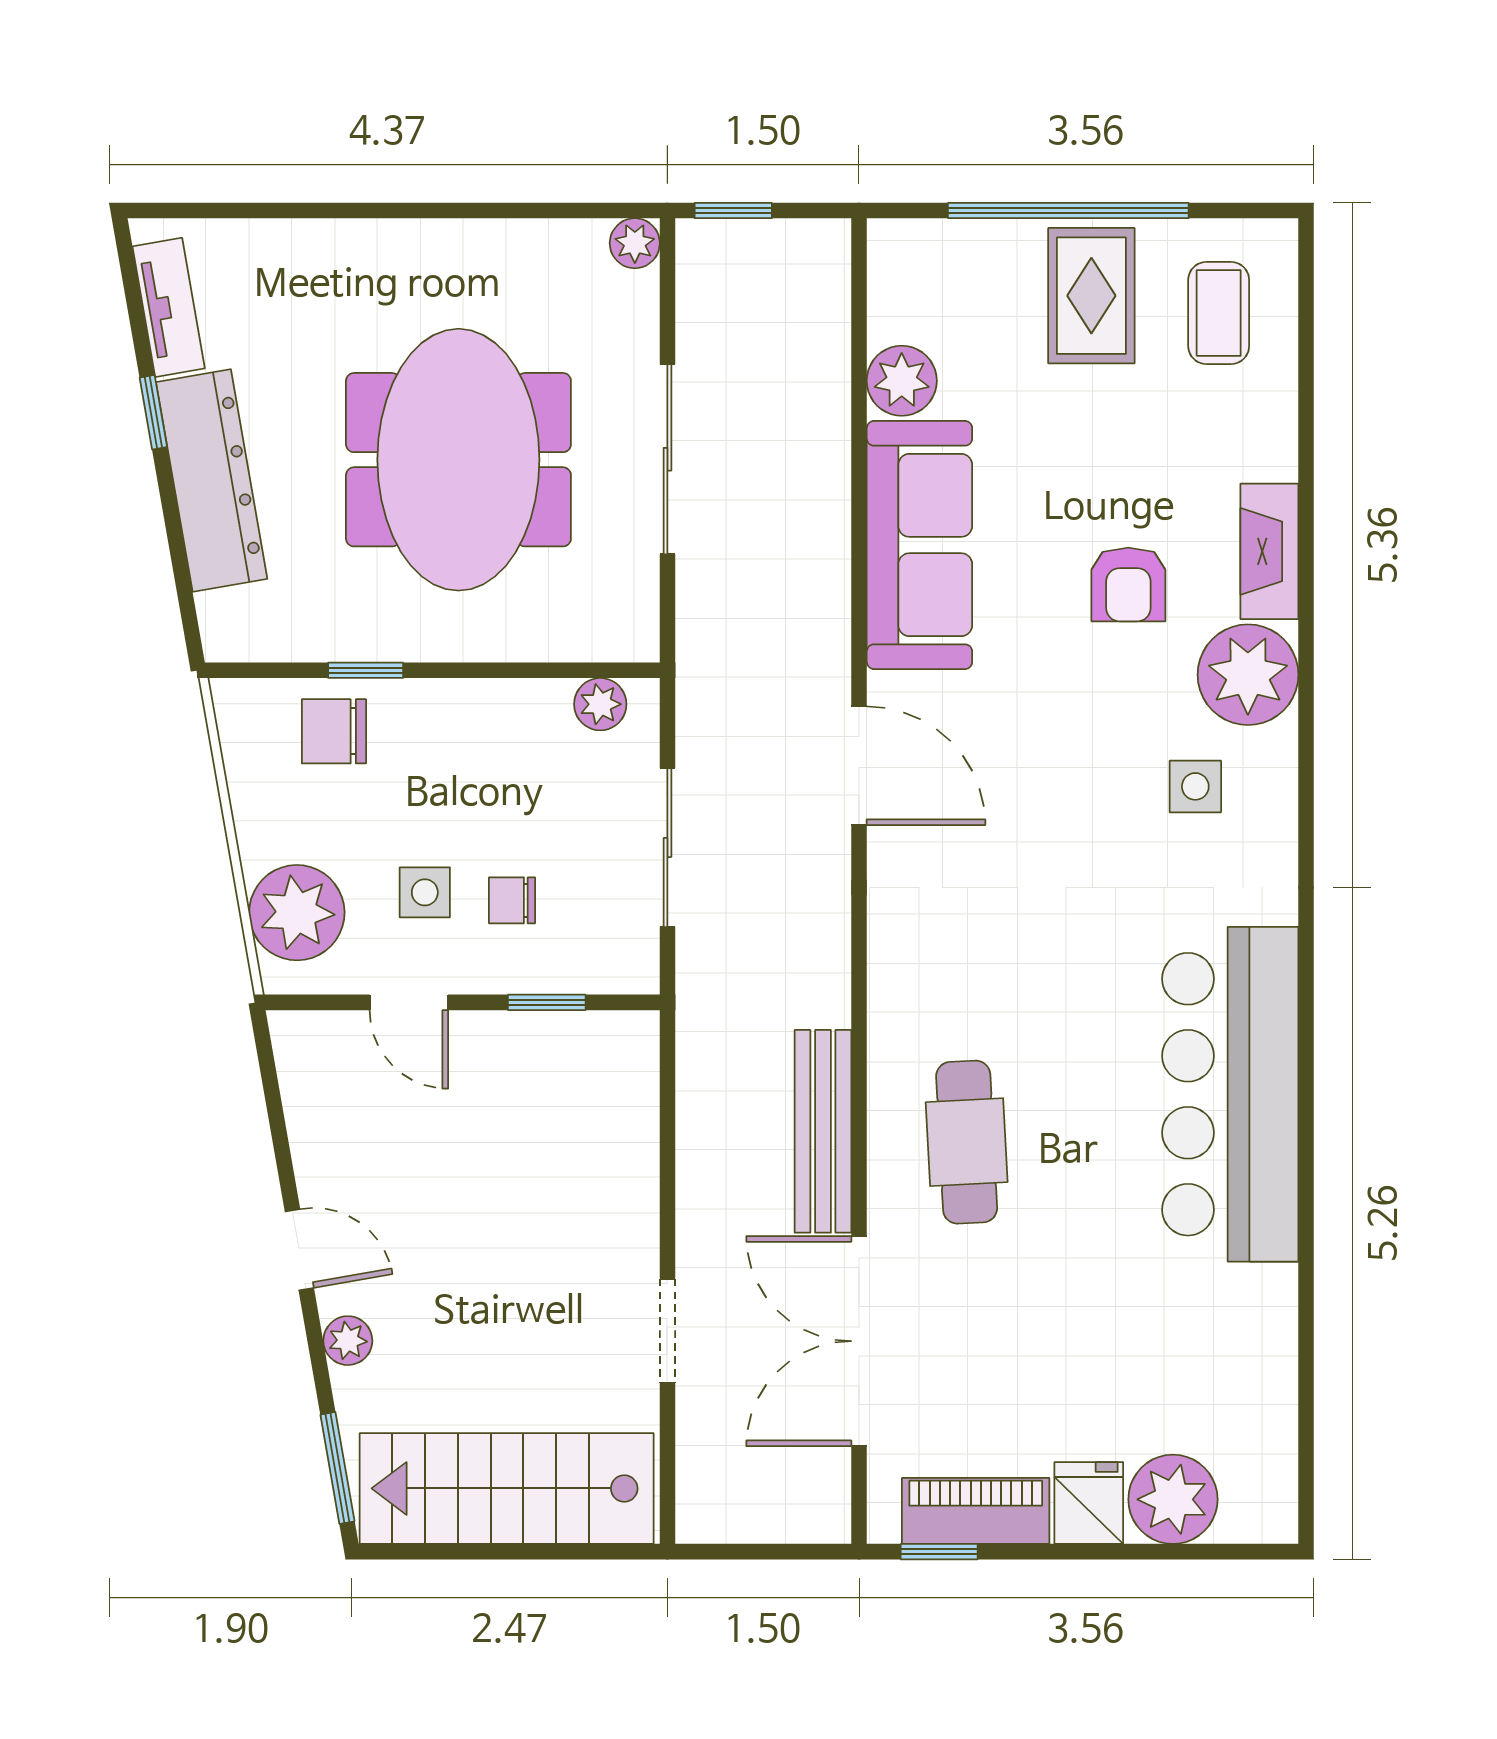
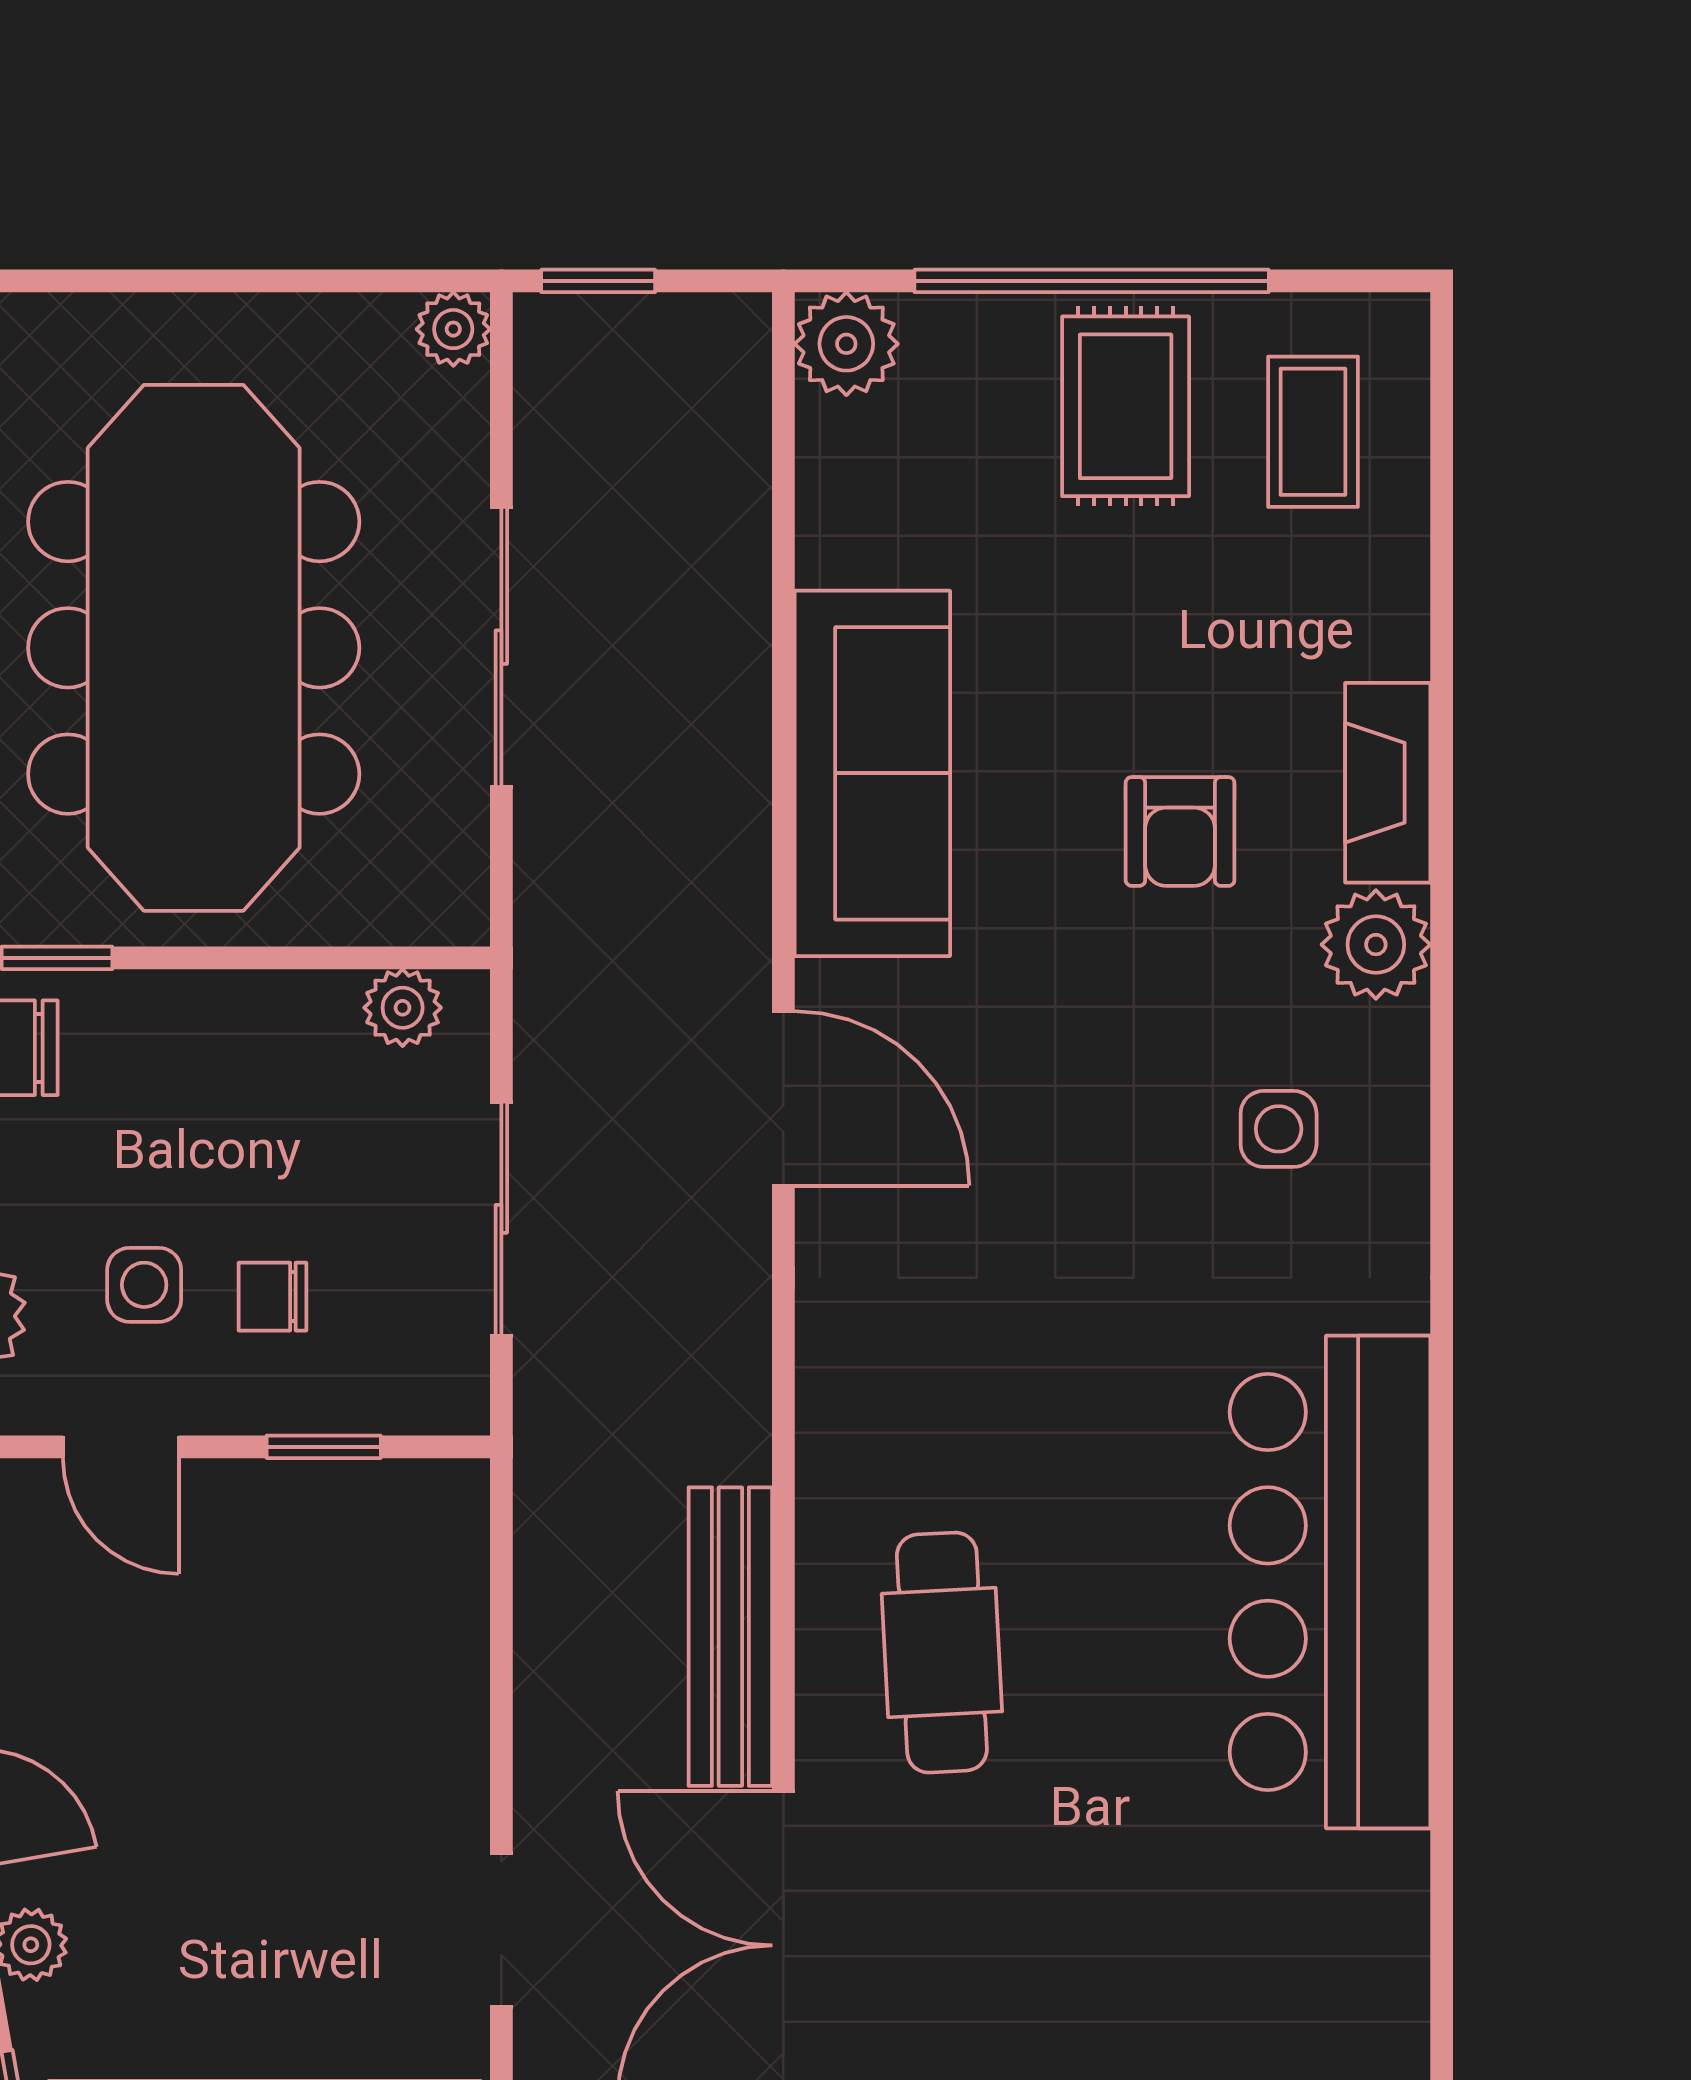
plant: (902, 381) -> (846, 344), moved
meeting table: (458, 460) -> (194, 648), width x1.36
plant: (1248, 675) -> (1376, 945), width x0.73, depth x0.73

